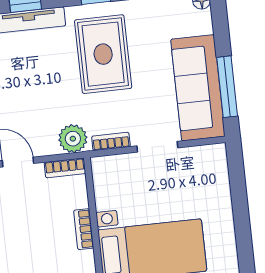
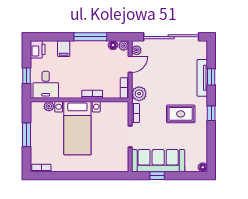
rug: (103, 54) -> (181, 114), width x0.73, depth x0.70
window: (227, 87) -> (157, 176), width x0.46

